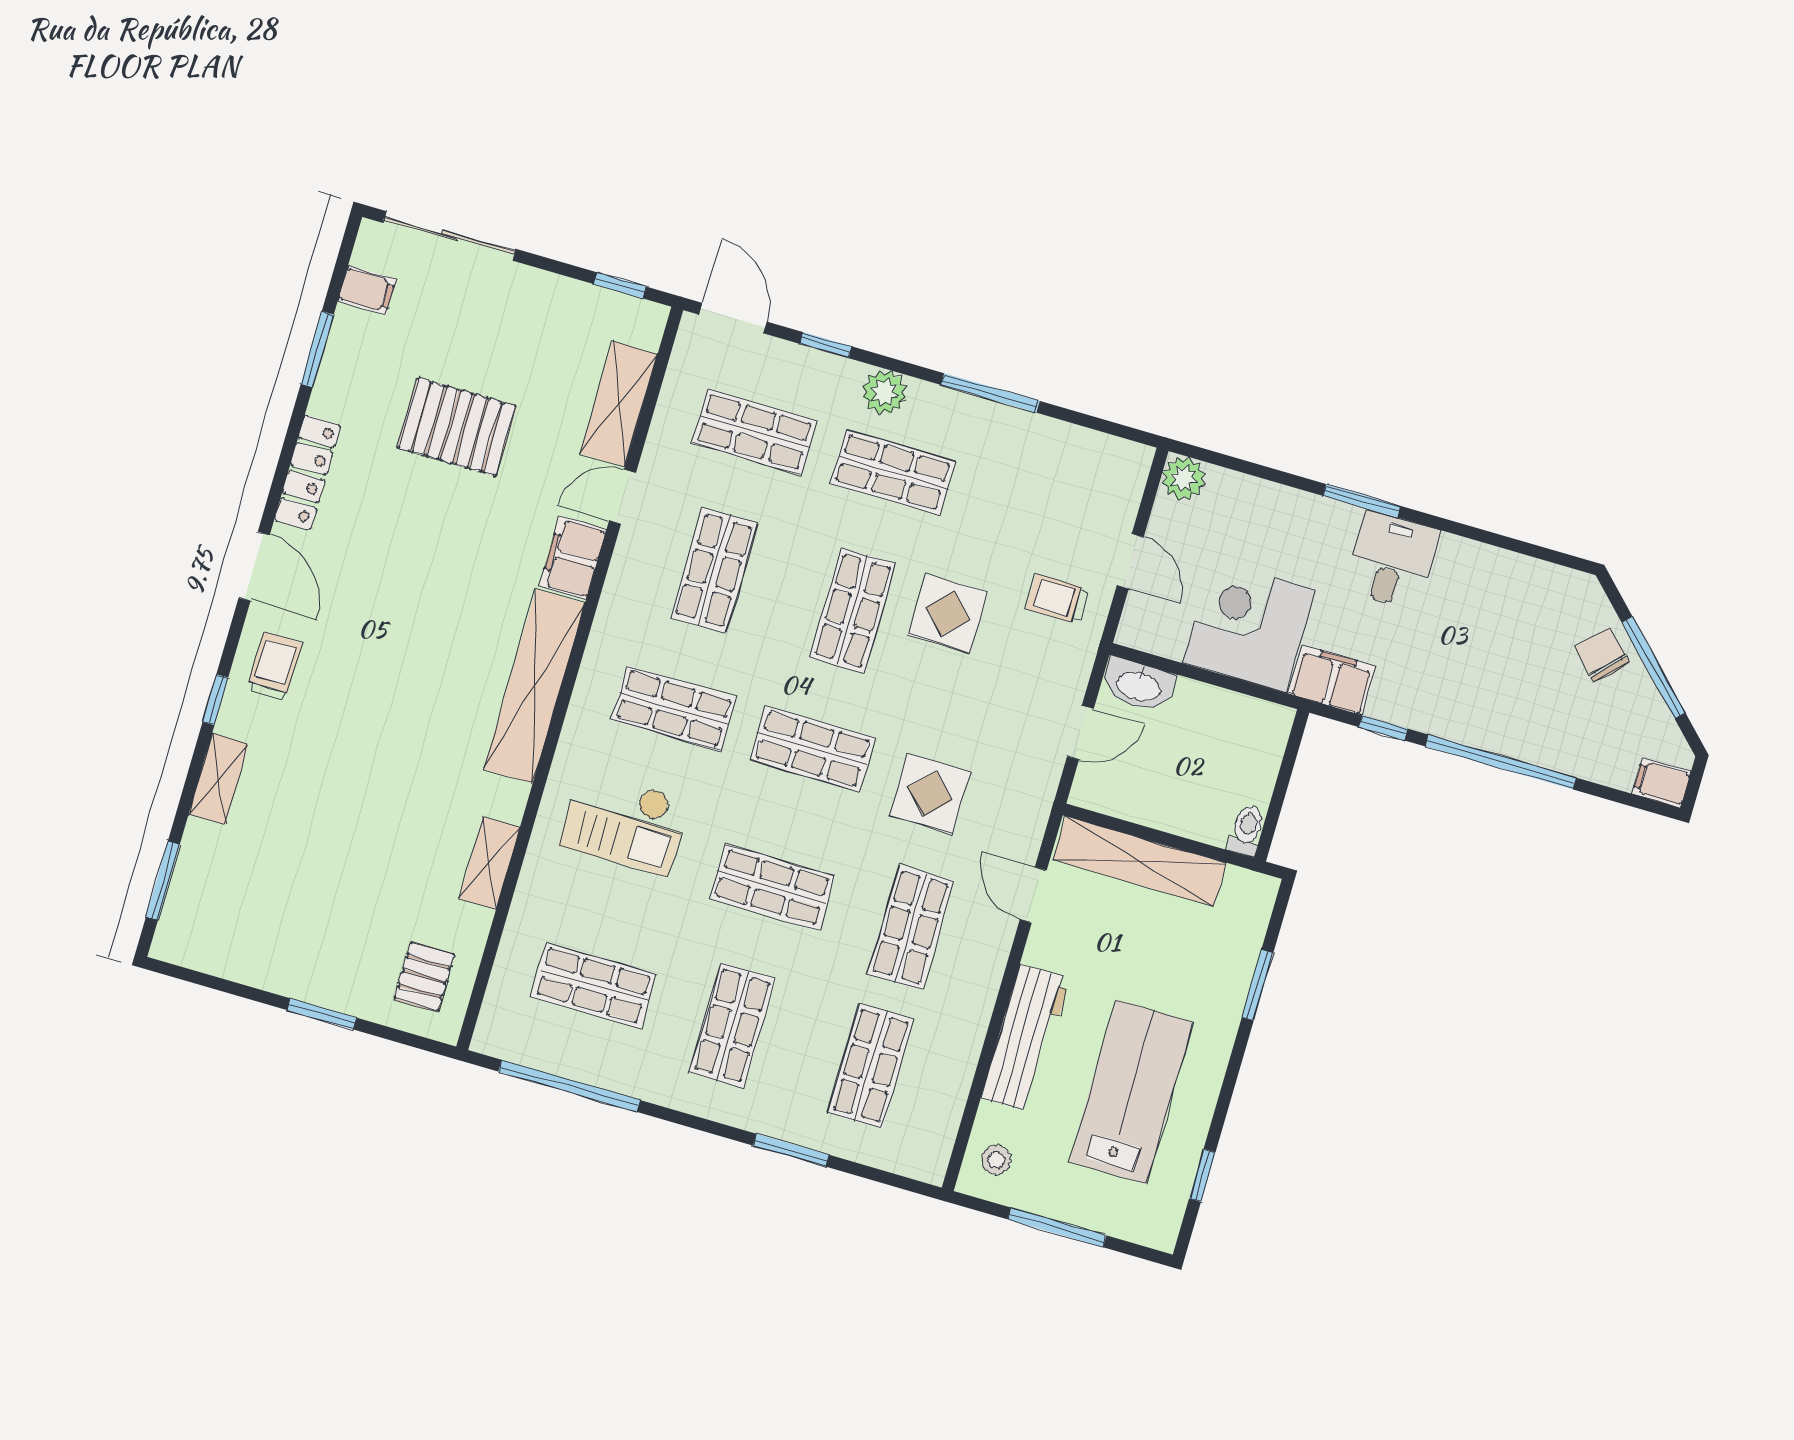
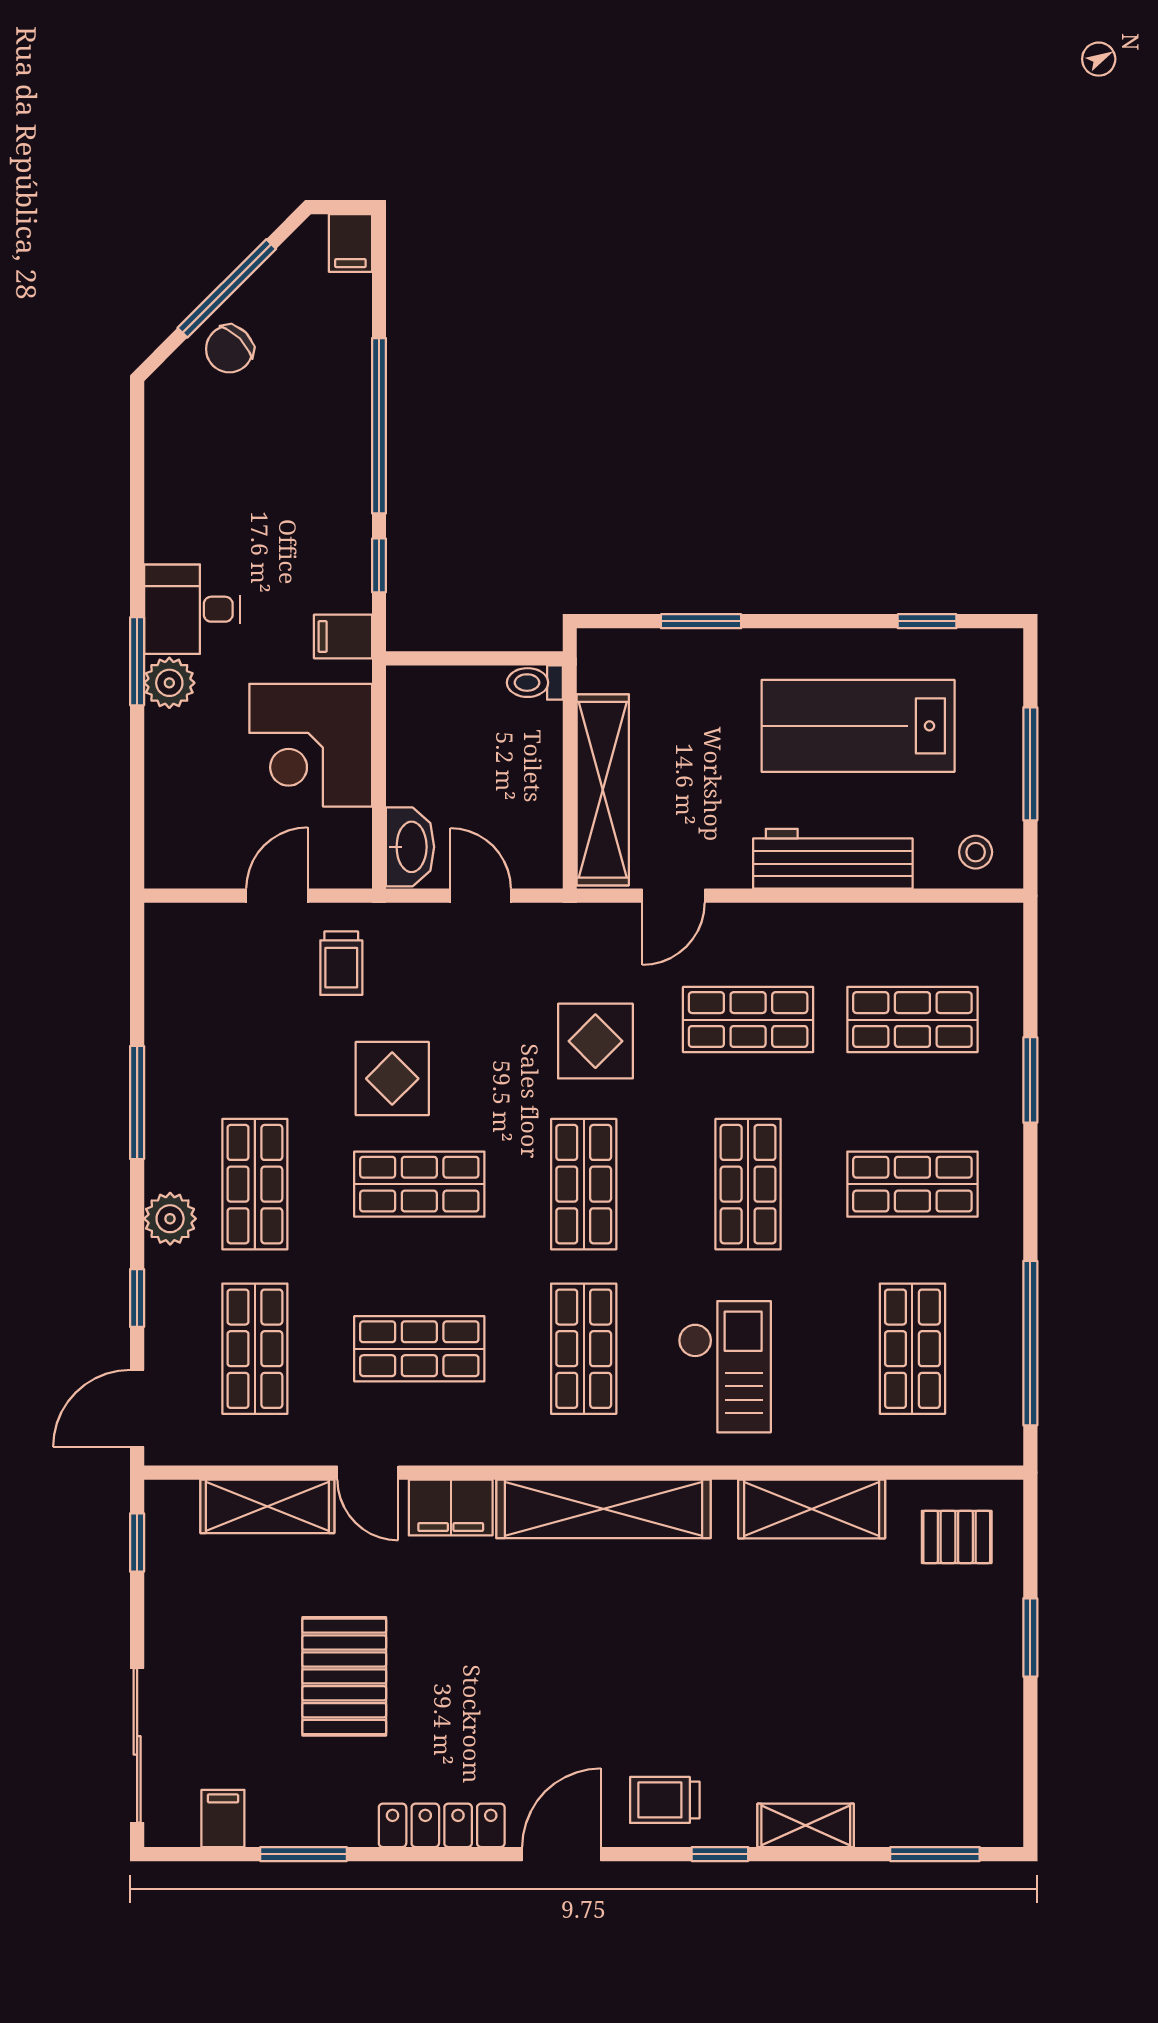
plant: (1184, 479) -> (169, 683), moved
filing cabinet: (1332, 680) -> (343, 637), width x0.50
shelving: (490, 863) -> (812, 1509), width x1.50, depth x1.33

